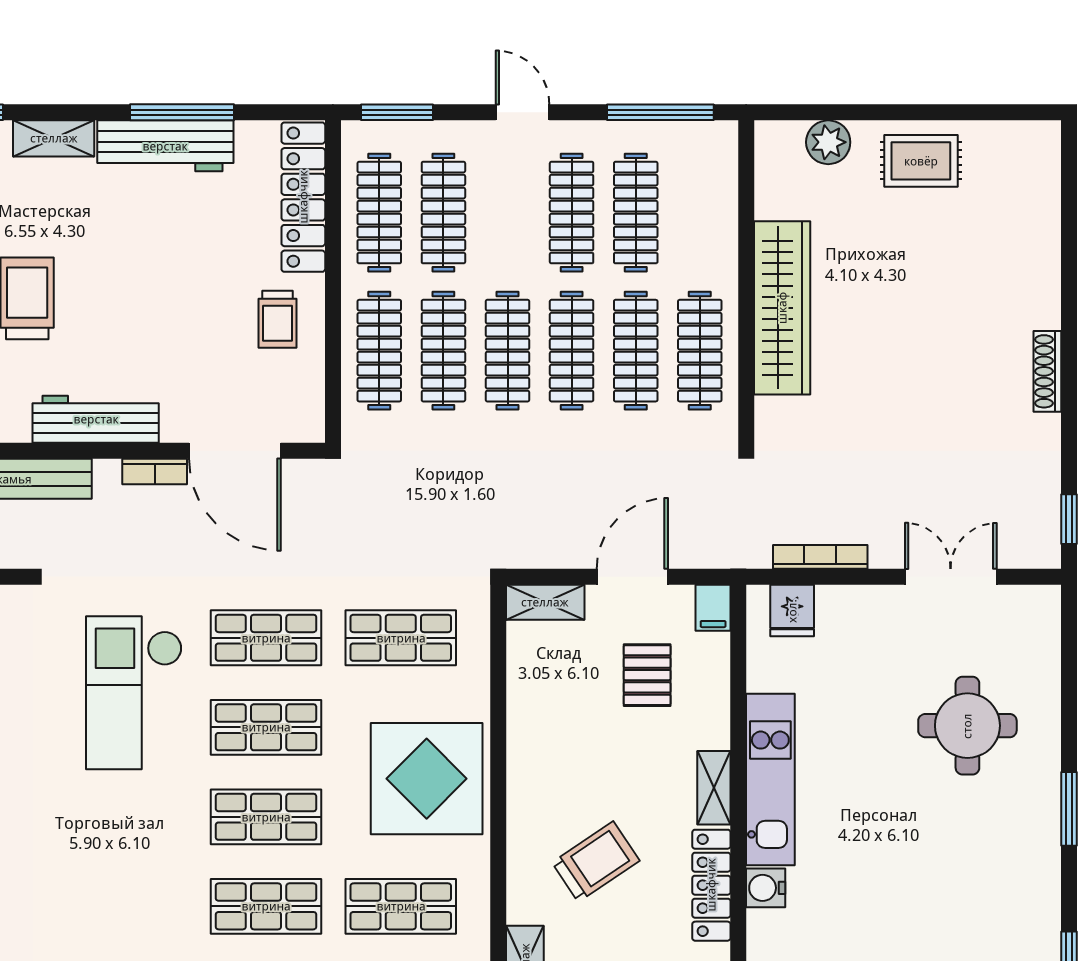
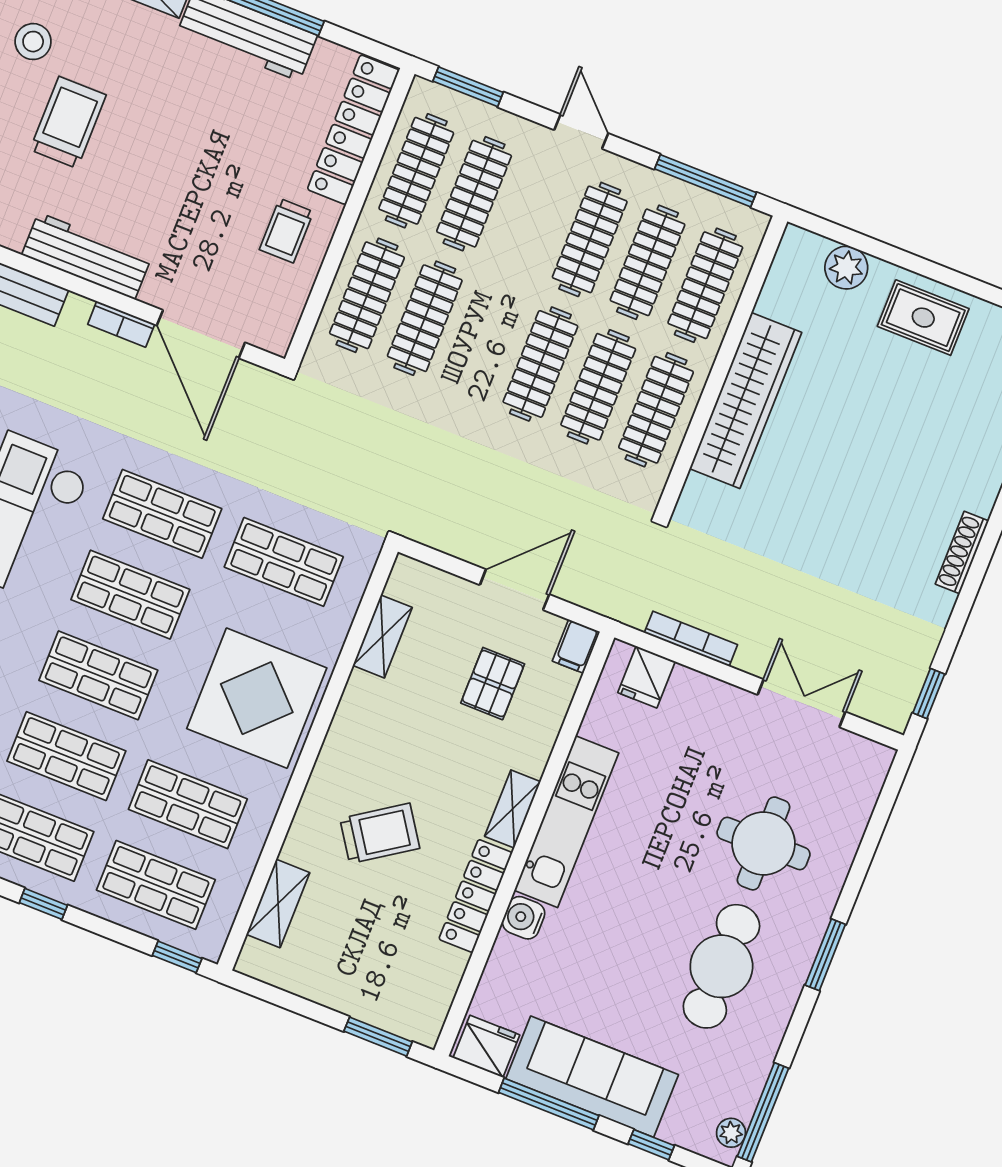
clothes rail: (508, 351) -> (705, 285), moved
shelving: (545, 602) -> (383, 636), moved, turned 90
cafe table: (974, 859) -> (721, 966), added

